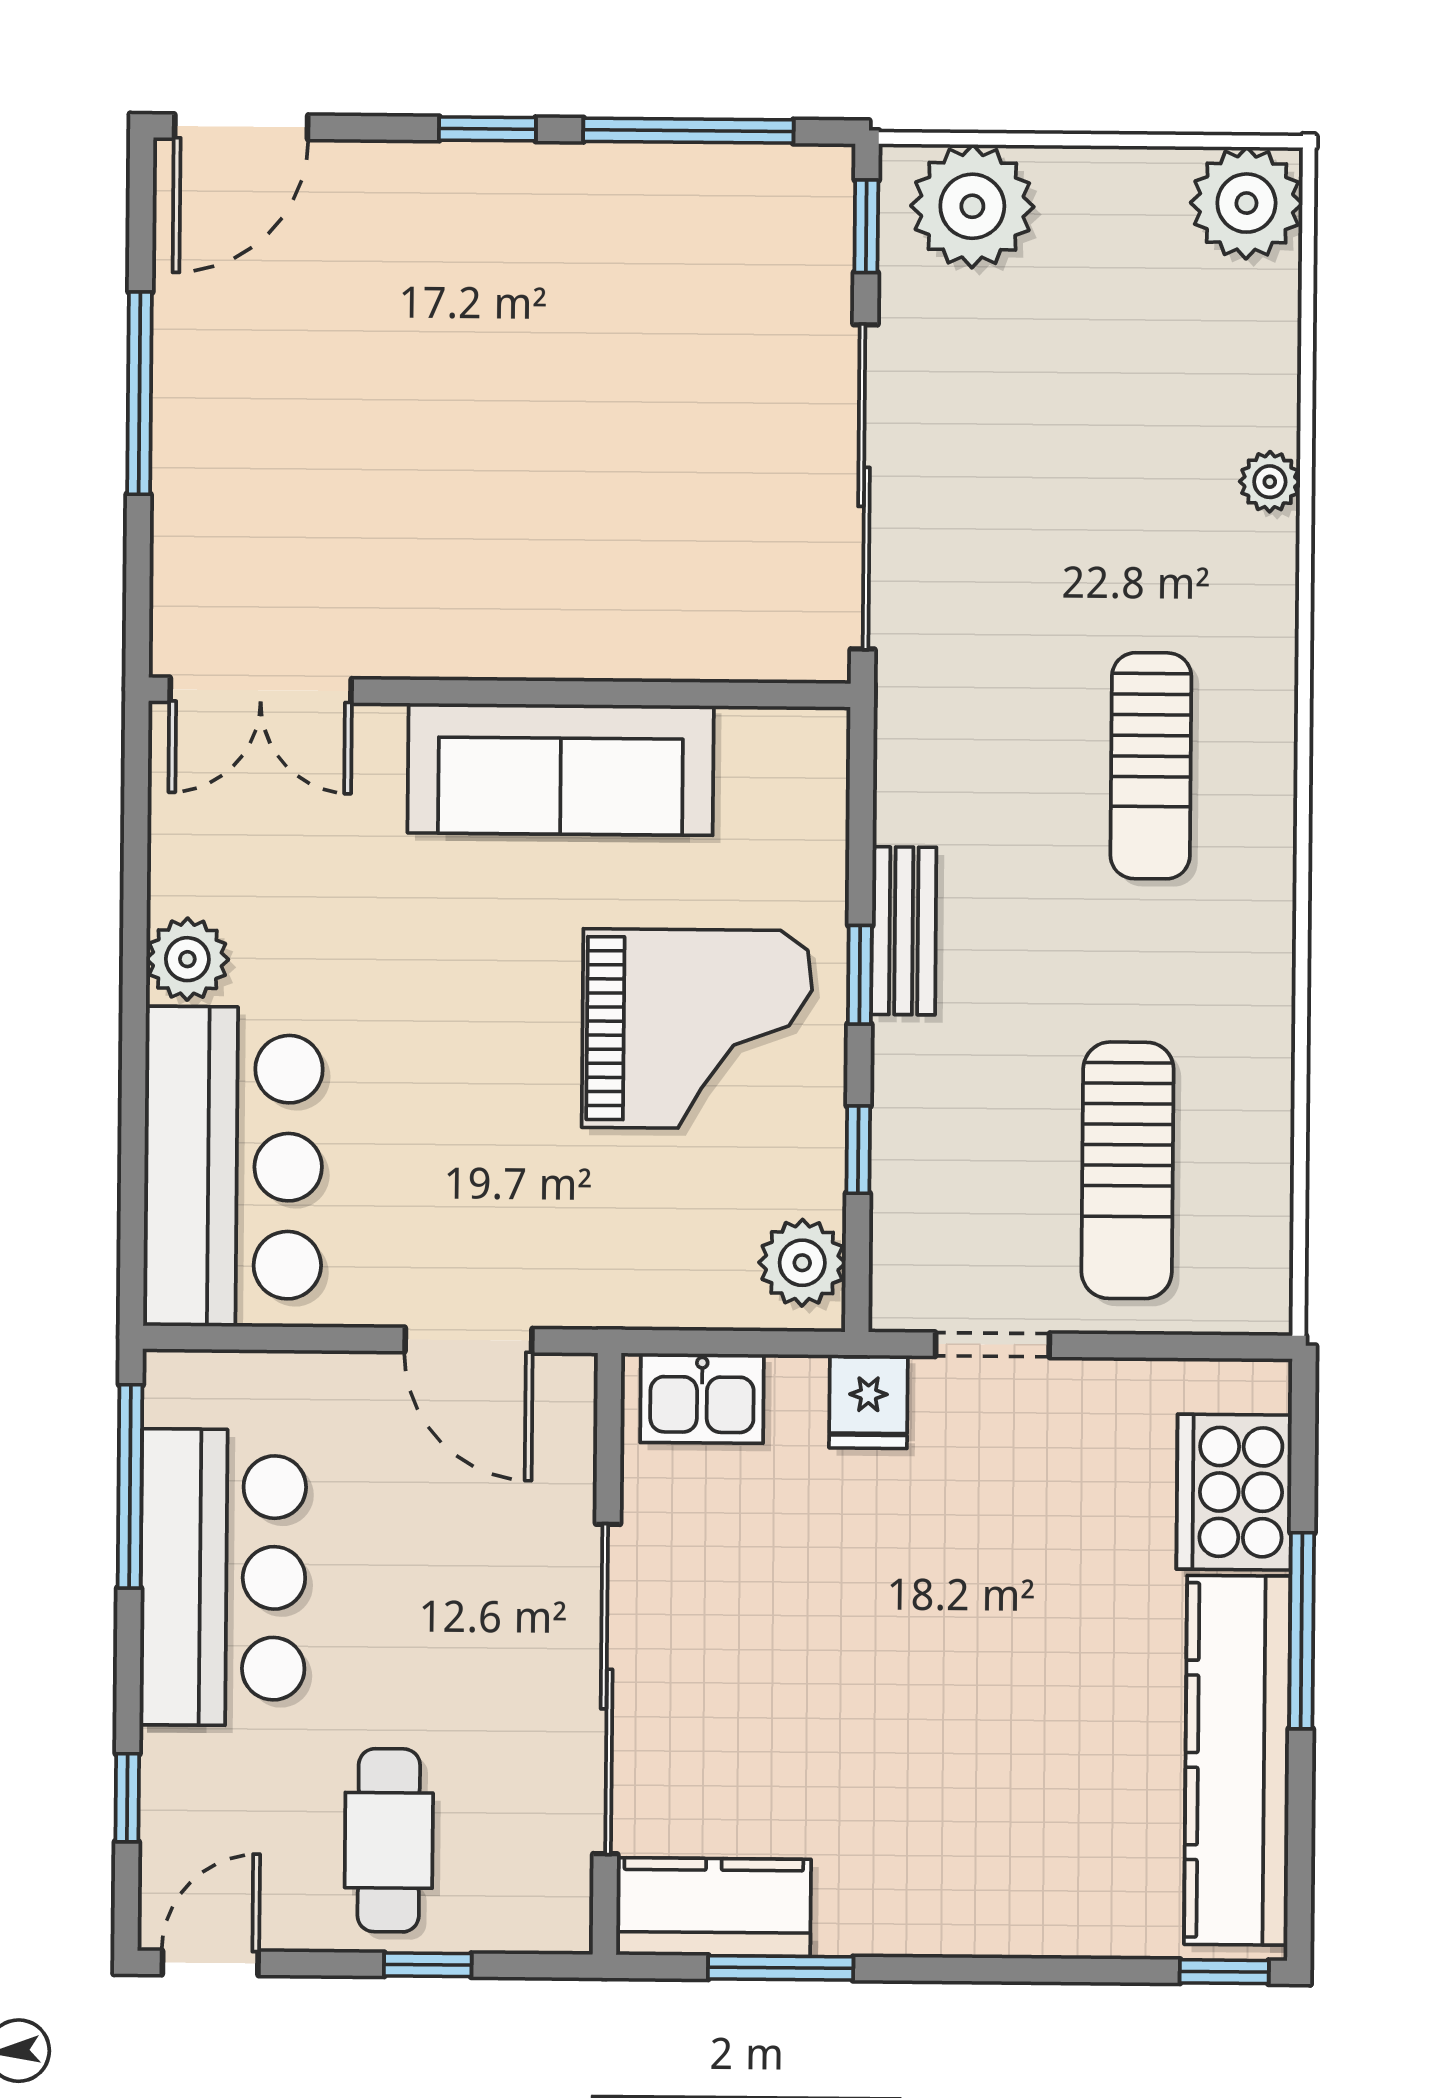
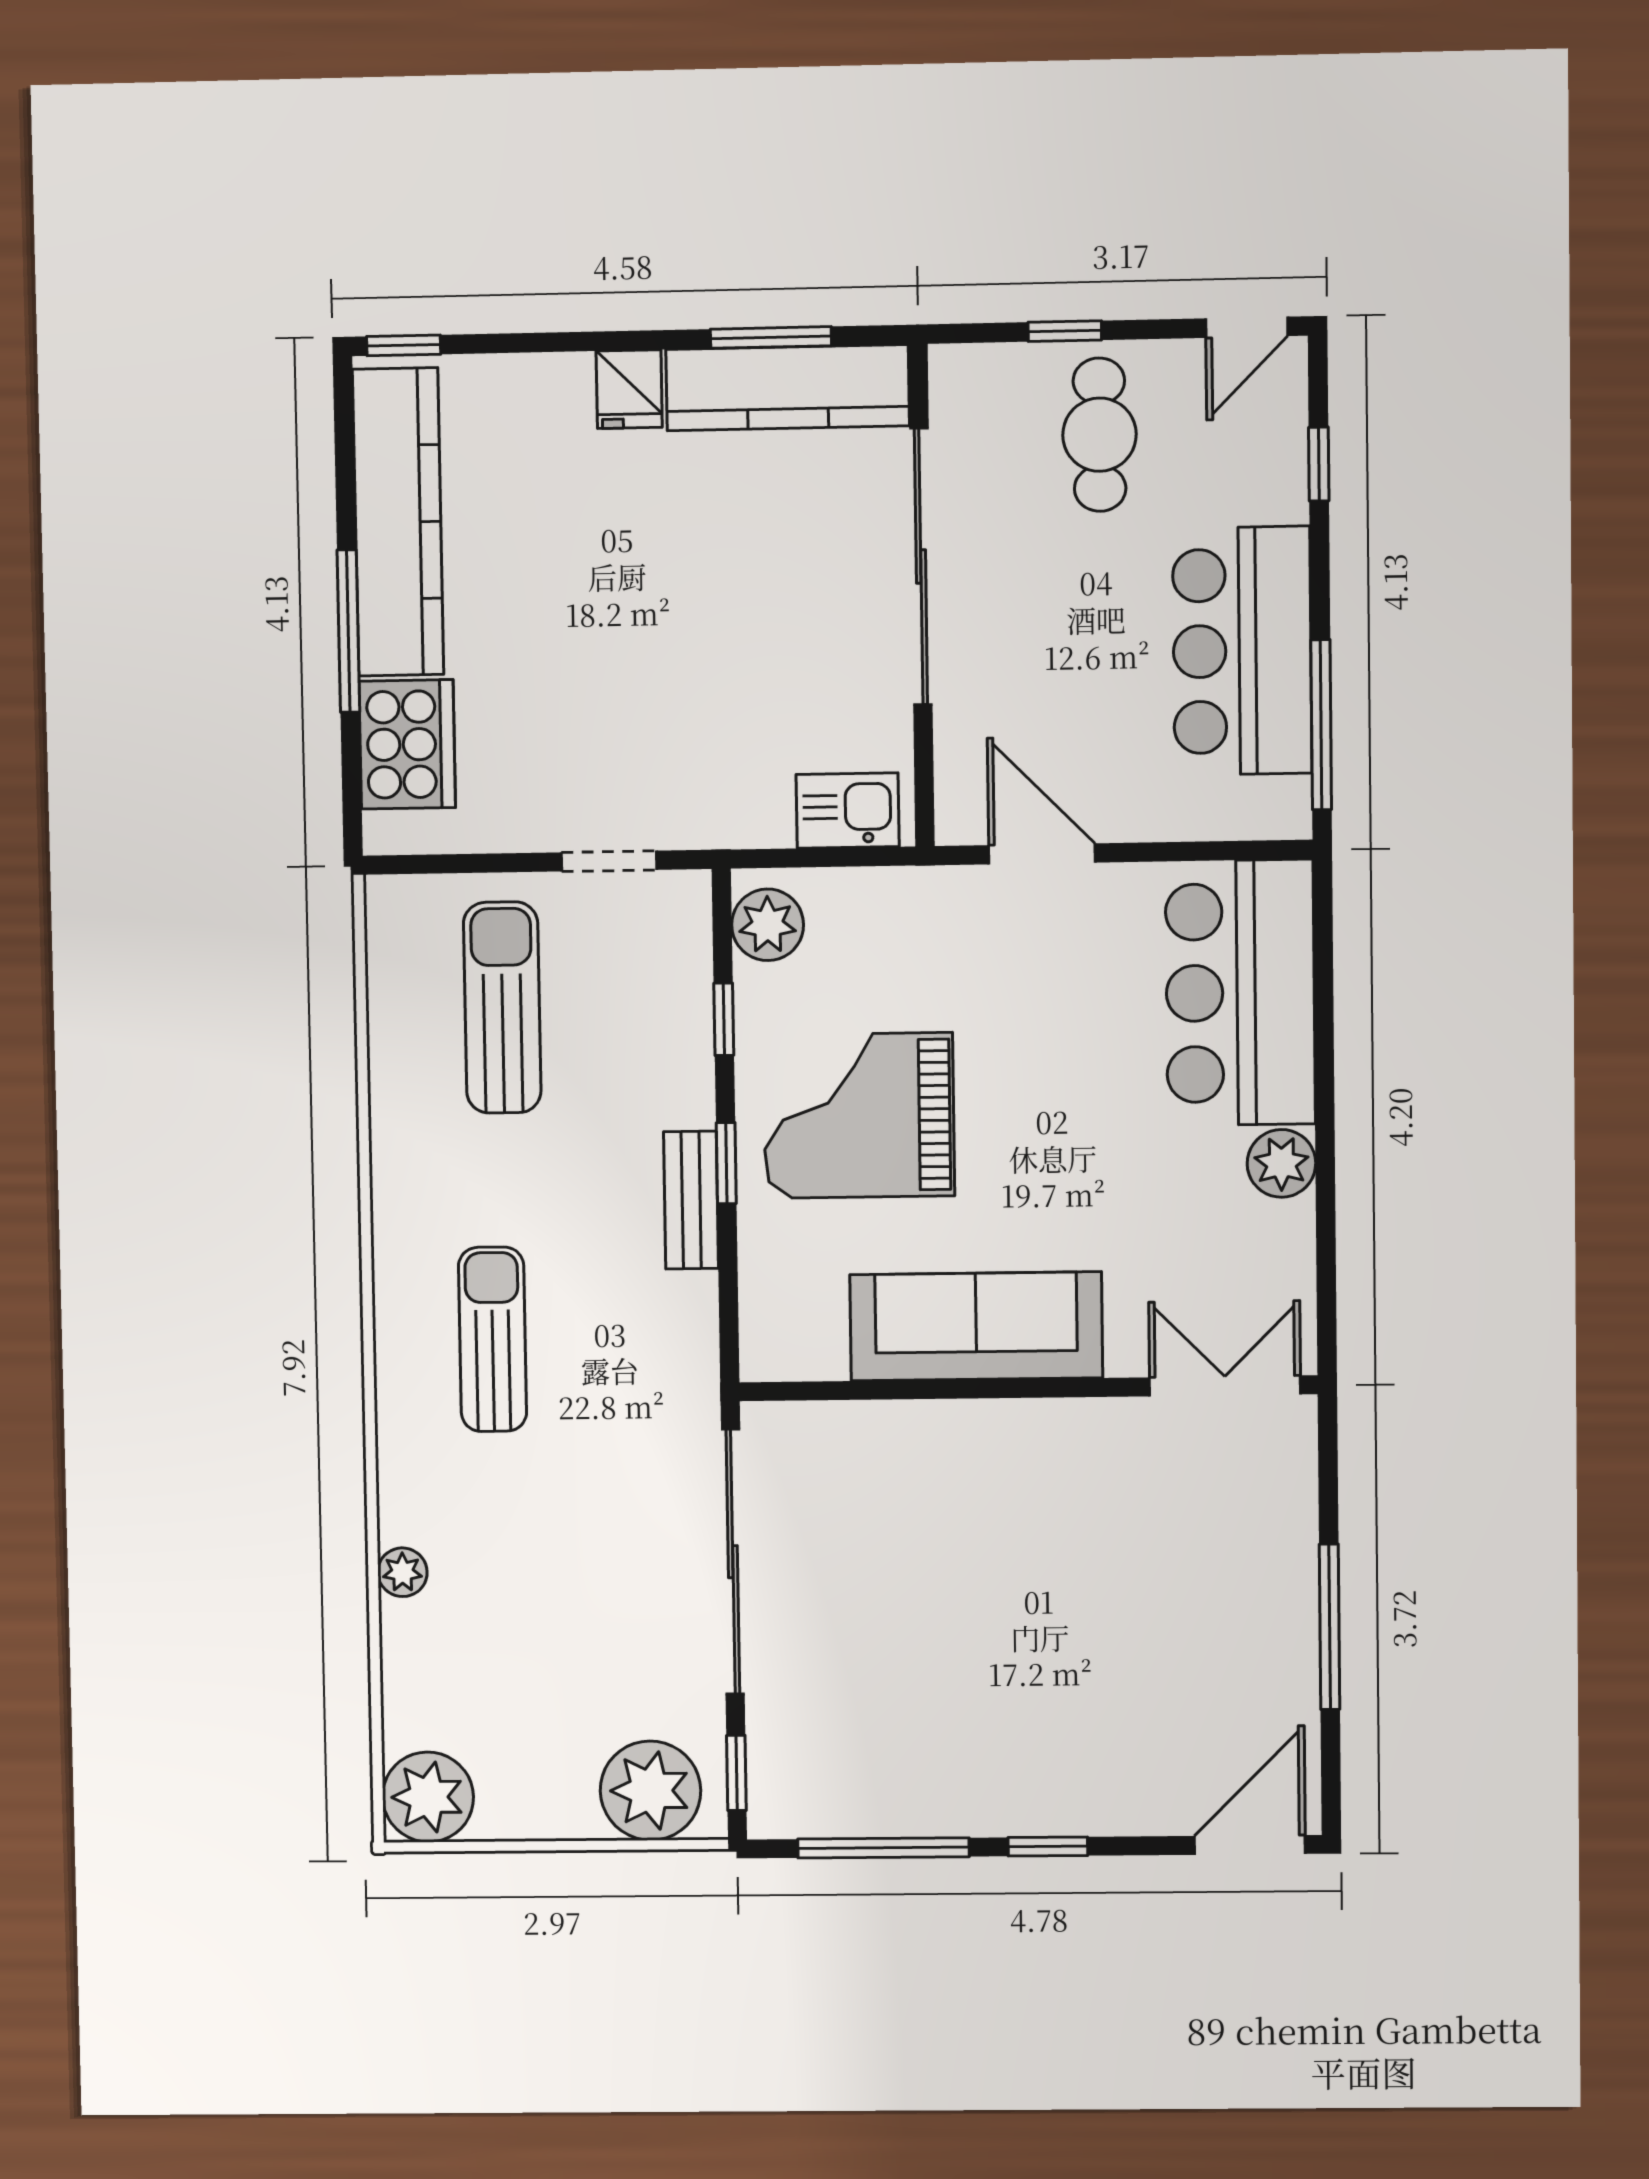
fridge: (868, 1402) -> (629, 389), moved, turned 180
kitchen counter: (713, 1907) -> (788, 388), width x1.50

